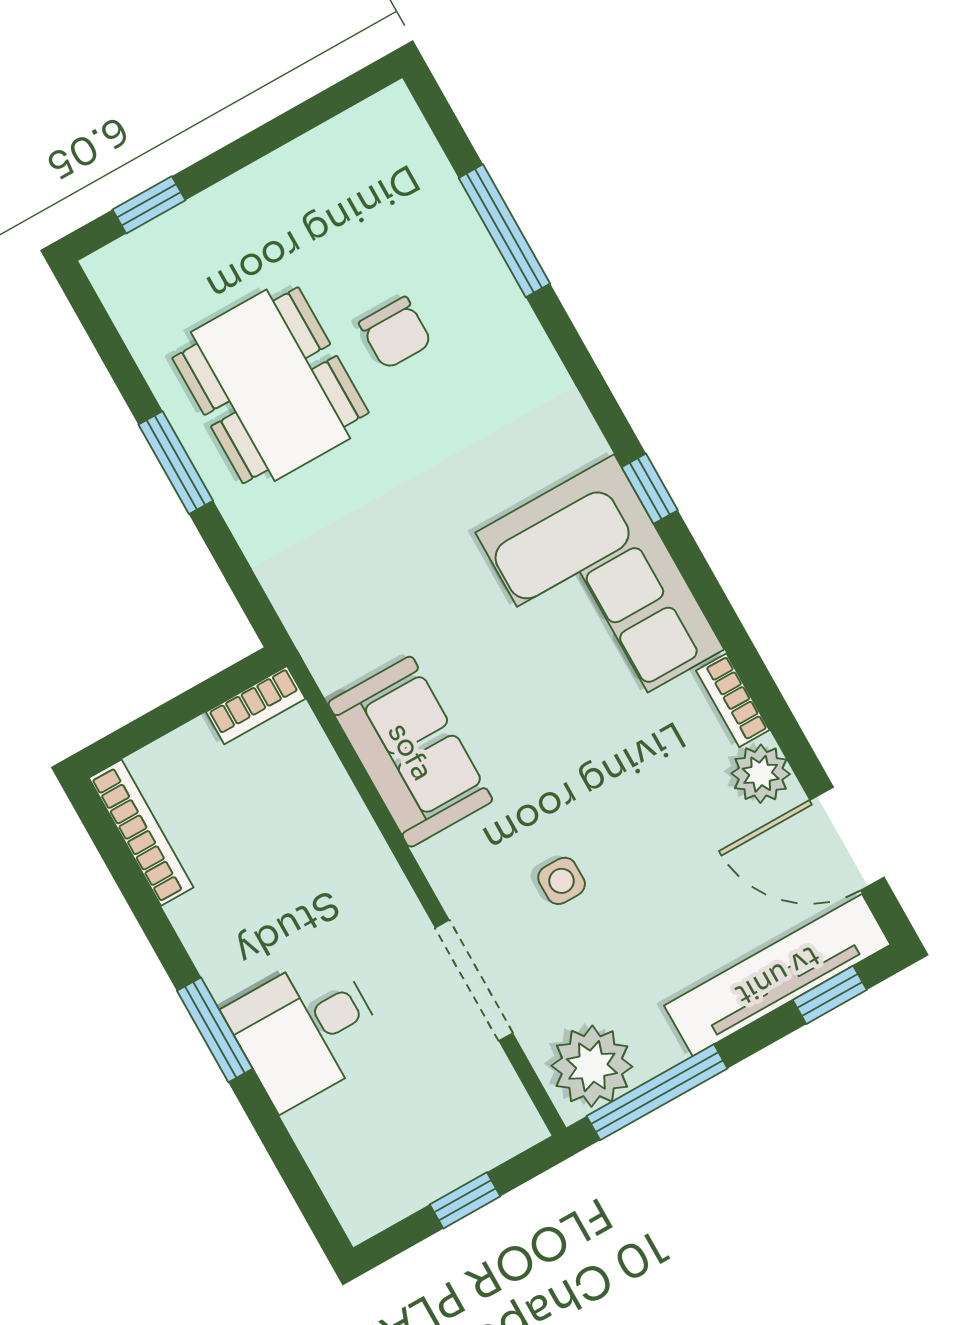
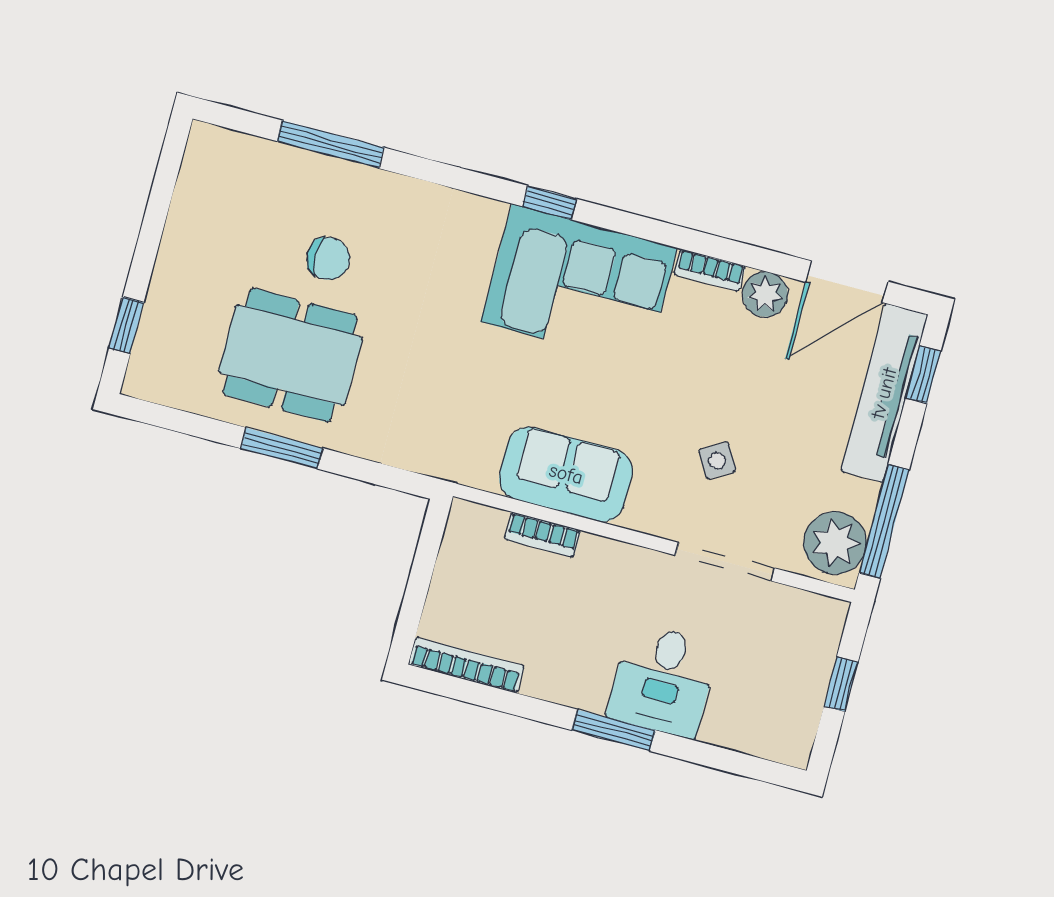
bookcase: (256, 705) -> (543, 535), moved, turned 90
side table: (562, 881) -> (717, 461), turned -30

